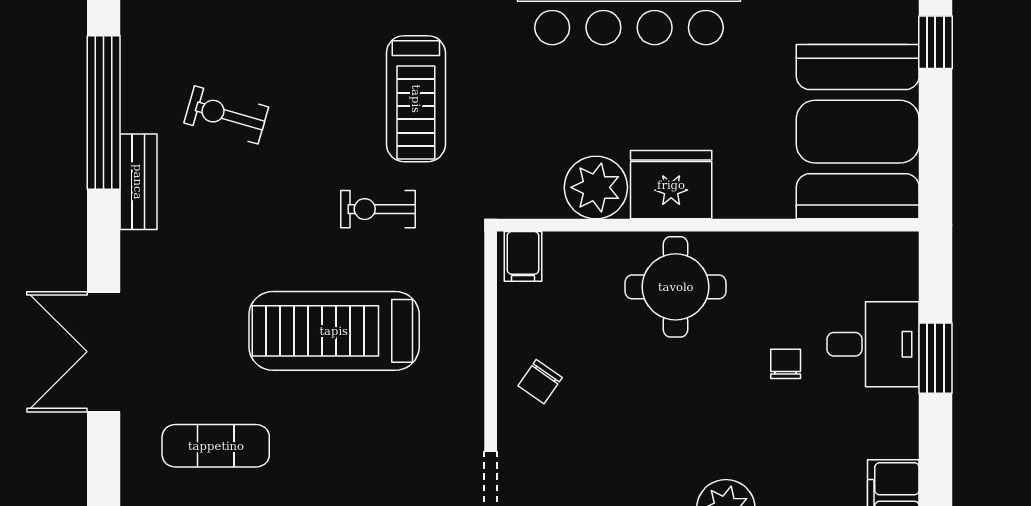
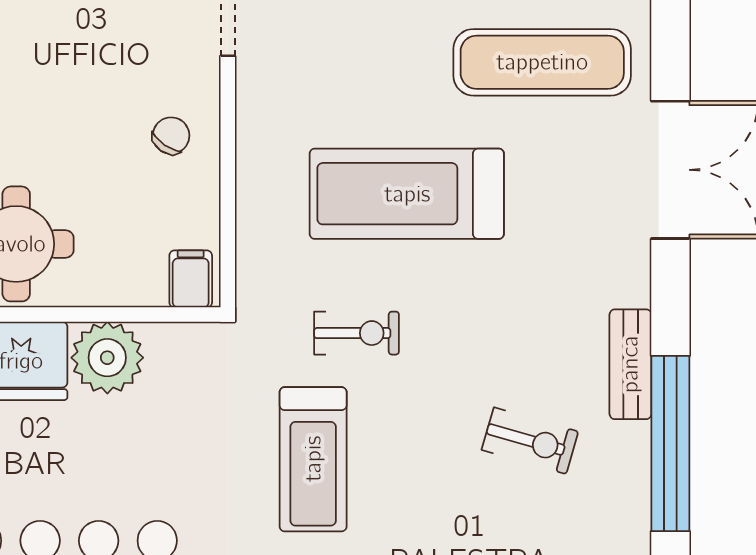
treadmill: (416, 99) -> (313, 459), turned 180
treadmill: (334, 331) -> (407, 194), turned 180
exercise mat: (216, 446) -> (542, 62), width x1.36, depth x1.45

